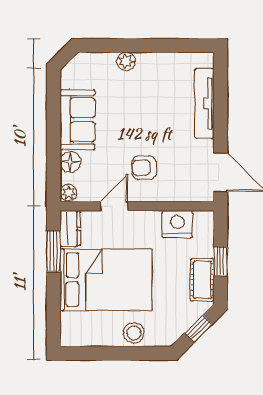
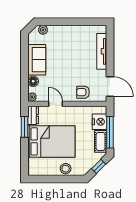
plant: (126, 61) -> (43, 30), moved
armchair: (144, 168) -> (83, 92), moved
door: (114, 206) -> (55, 104), hinge flipped
nightstand: (177, 224) -> (99, 122), moved, turned 90
window: (221, 262) -> (110, 132), width x2.17

